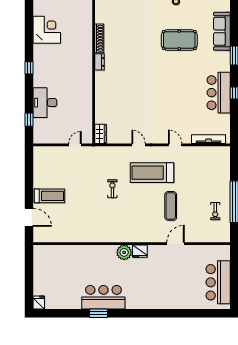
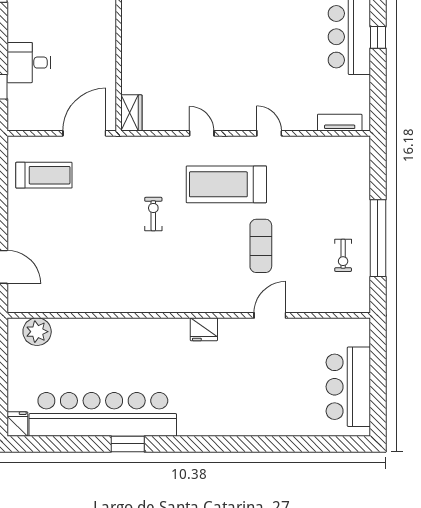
desk: (45, 103) -> (29, 63), width x0.73
tv unit: (208, 139) -> (340, 123), width x0.71
door: (75, 145) -> (84, 133), width x1.88
treadmill: (49, 196) -> (44, 175), moved
plant: (124, 252) -> (37, 332), moved
bar counter: (103, 297) -> (103, 414), width x1.86

